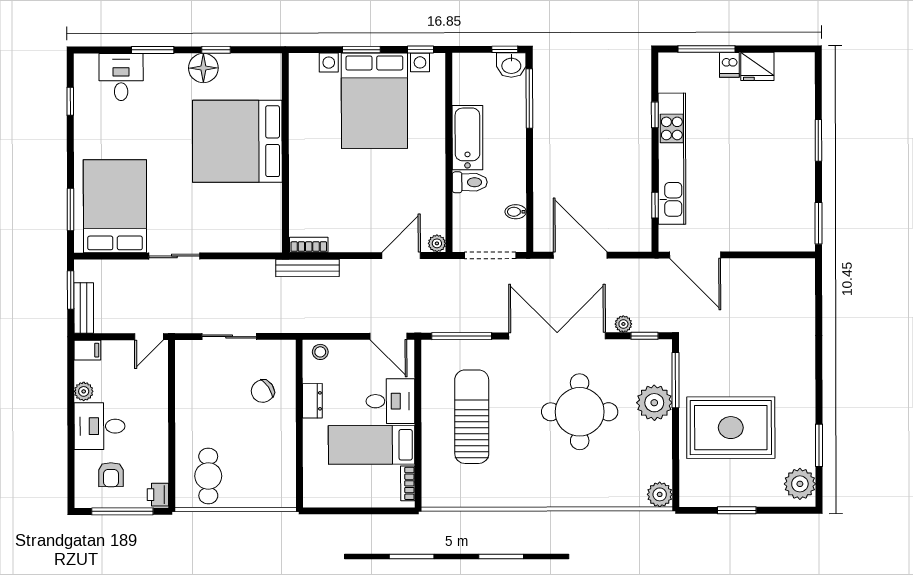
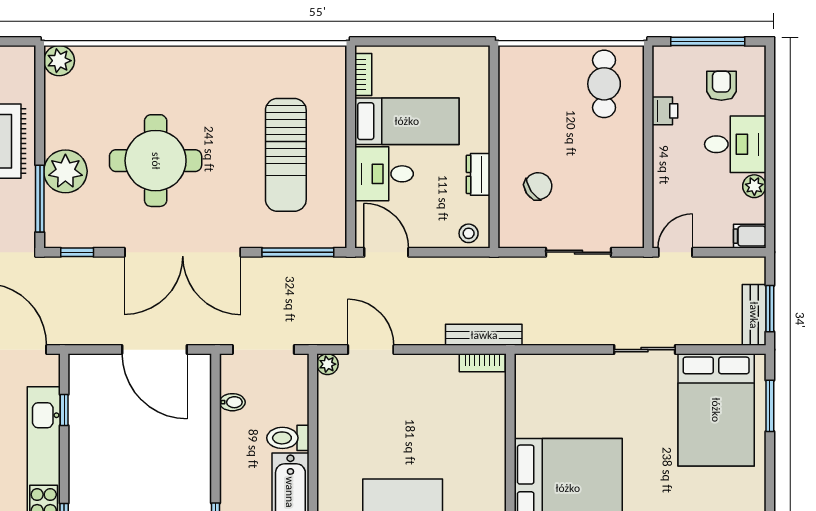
door: (401, 256) -> (371, 350), swing flipped
bench: (84, 308) -> (754, 315), moved
plant: (623, 324) -> (103, 266), removed
printer: (158, 495) -> (665, 111), moved

